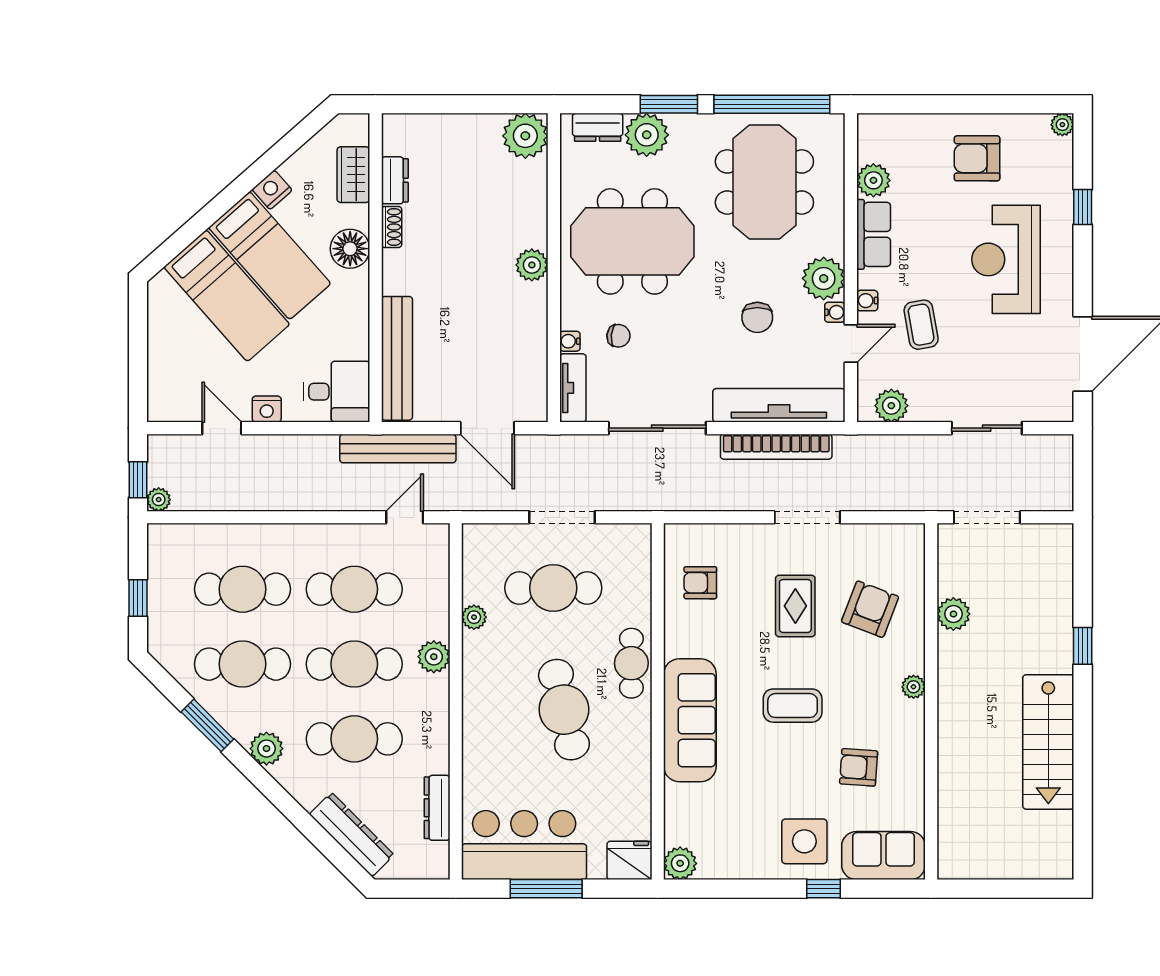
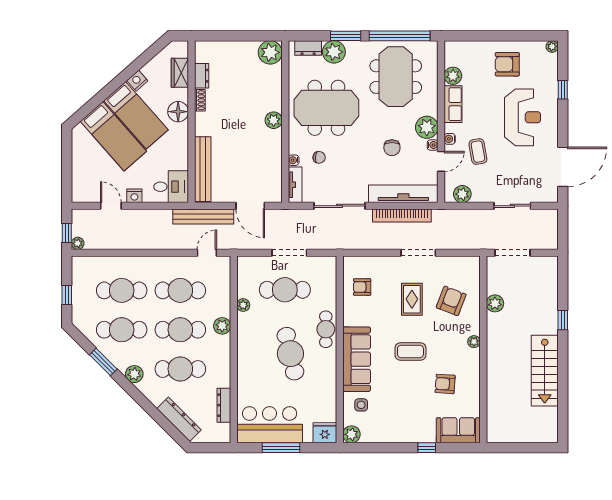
reception desk: (1006, 259) -> (523, 117), turned 180
side table: (804, 841) -> (361, 405), moved, width x0.54, depth x0.54

